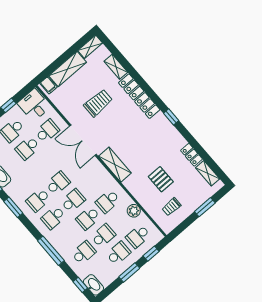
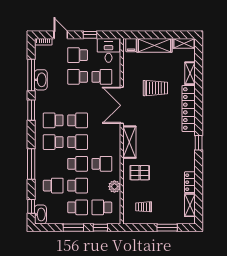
pallet: (161, 179) -> (140, 173), moved, turned 90
school desk: (108, 201) -> (102, 164), turned 180
school desk: (88, 218) -> (78, 164), turned 180

